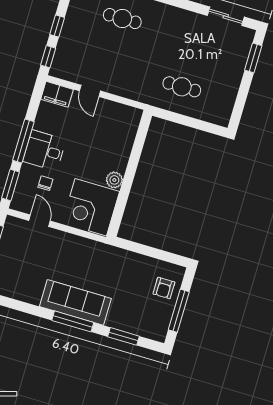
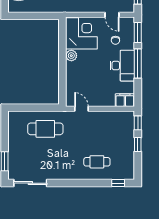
sliding door: (226, 16) -> (30, 183), width x1.37
cafe table: (182, 87) -> (45, 129), width x1.37, depth x1.35
door: (90, 91) -> (81, 109), moved
desk: (44, 150) -> (122, 66), width x1.37

